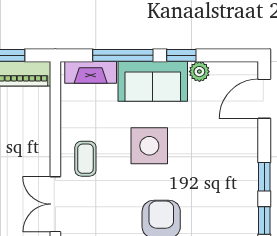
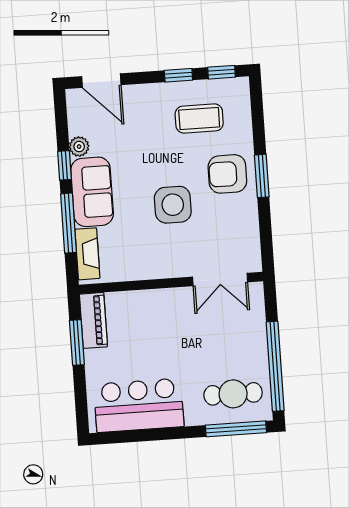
side table: (149, 146) -> (173, 205), moved
coffee table: (85, 159) -> (199, 119), moved, width x1.36, depth x1.30

